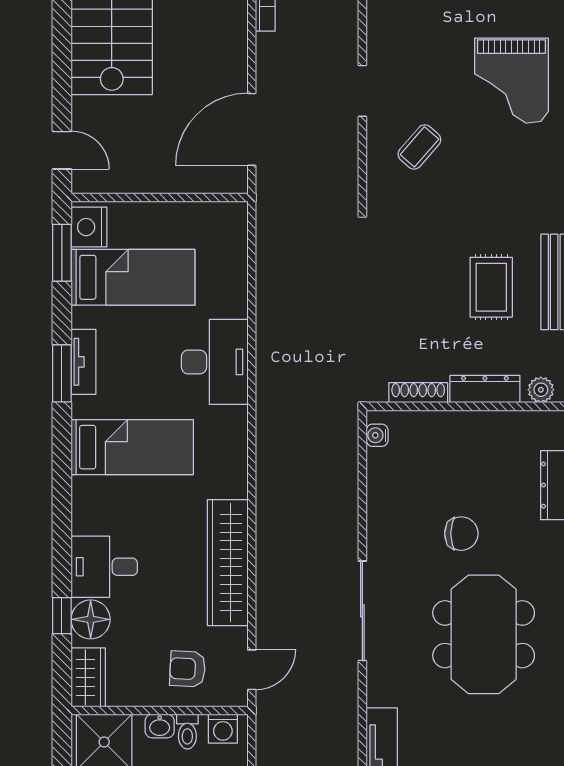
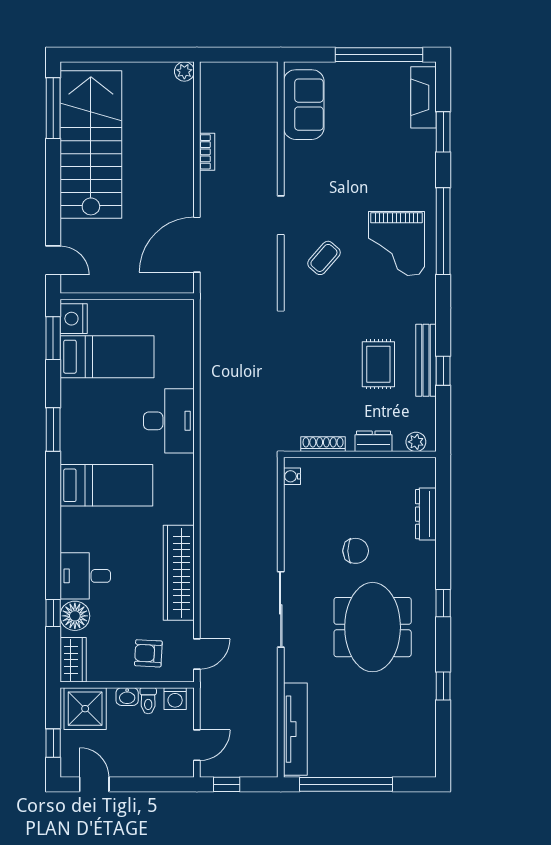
grand piano: (511, 81) -> (396, 243), moved
tv unit: (84, 362) -> (70, 421), removed
dresser: (485, 389) -> (374, 441), width x0.70

